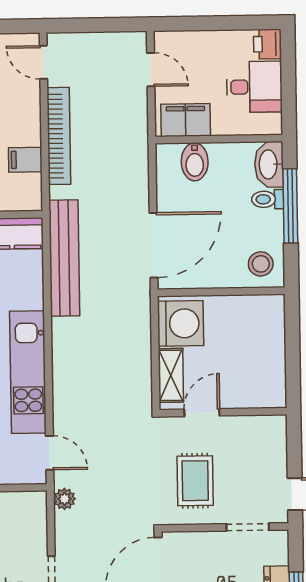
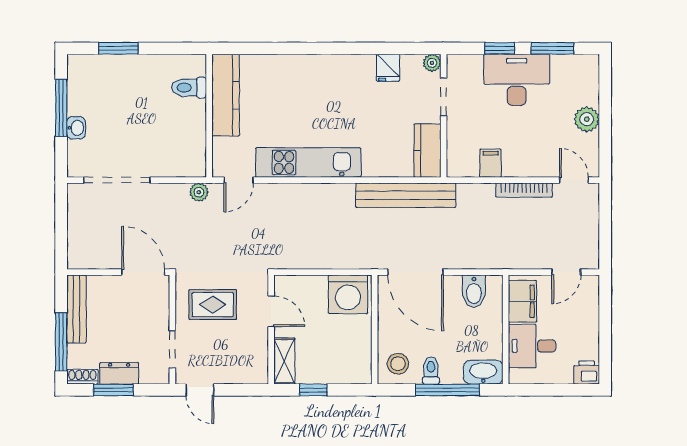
door: (43, 62) -> (574, 180), hinge flipped
desk: (254, 87) -> (532, 346), moved, turned 90
bookcase: (59, 136) -> (524, 190), width x0.68, depth x0.76
bidet: (195, 162) -> (474, 291), moved, turned -90
toilet: (268, 199) -> (431, 371), moved
window: (293, 362) -> (313, 390), added
shelving: (171, 375) -> (284, 361), moved, turned 90

